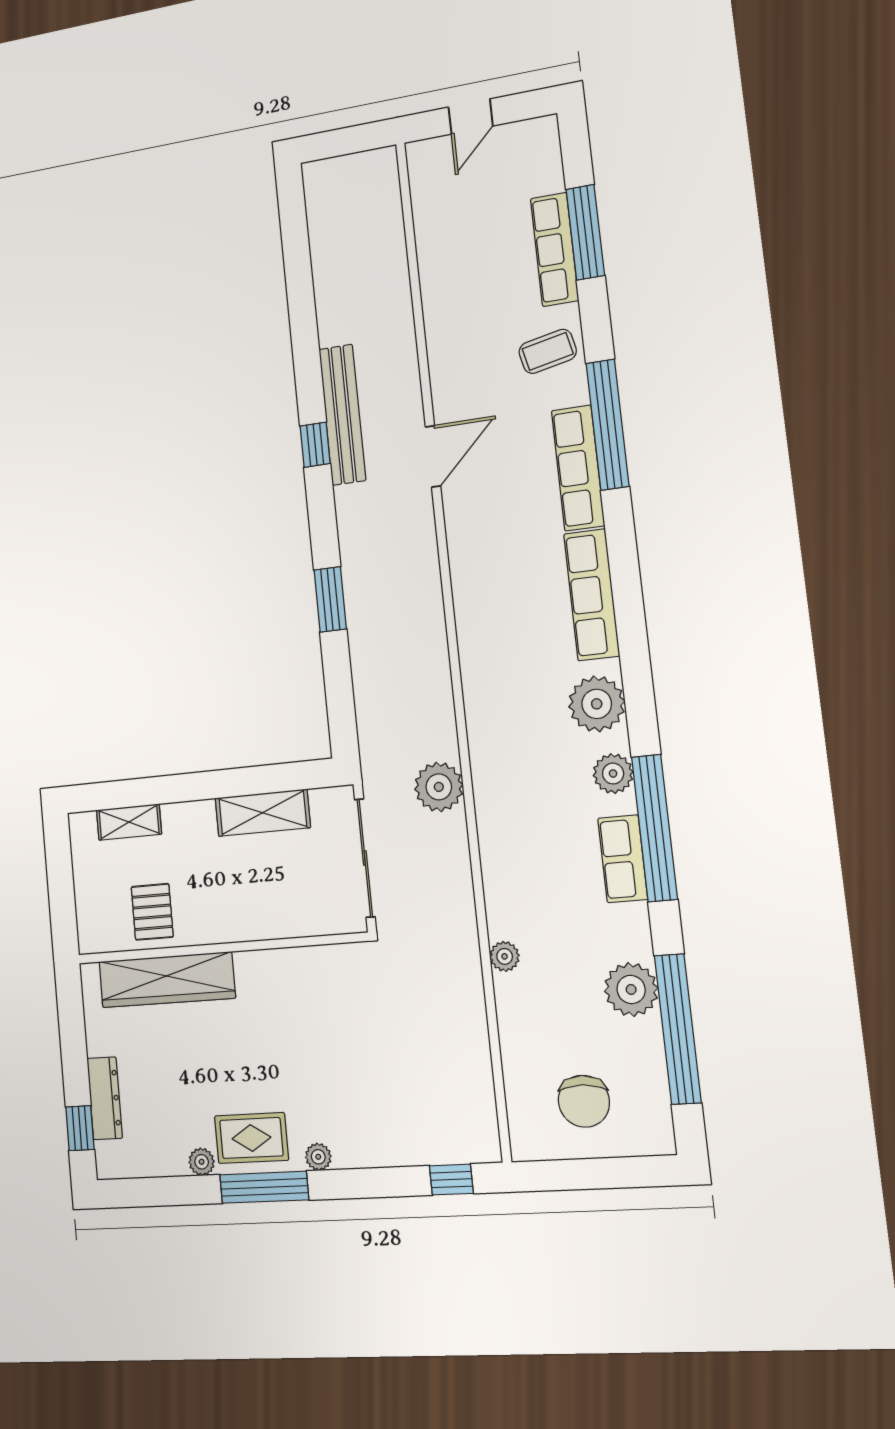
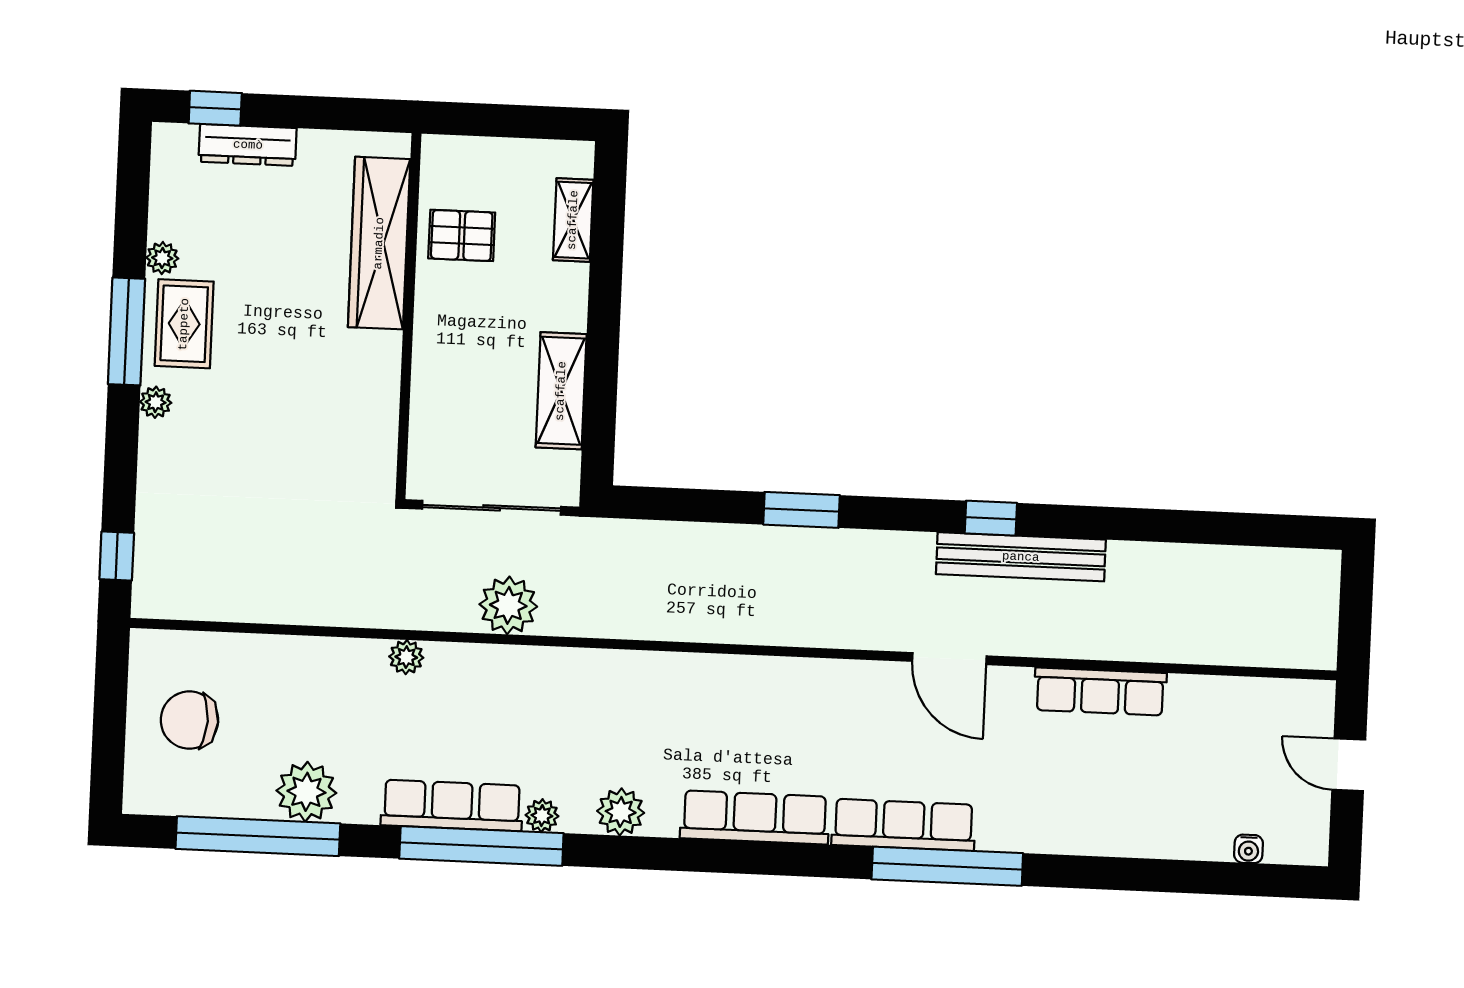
water cooler: (553, 180) -> (1249, 849), added
window: (585, 232) -> (1178, 876), removed
row of seats: (555, 249) -> (1100, 691), moved, turned 180
coffee table: (548, 351) -> (1047, 811), removed
plant: (597, 704) -> (621, 812), width x0.73, depth x0.73
plant: (613, 774) -> (542, 816), width x0.73, depth x0.73
plant: (439, 787) -> (508, 605), moved
row of seats: (623, 859) -> (452, 805), width x1.48
plant: (505, 956) -> (406, 657), moved

